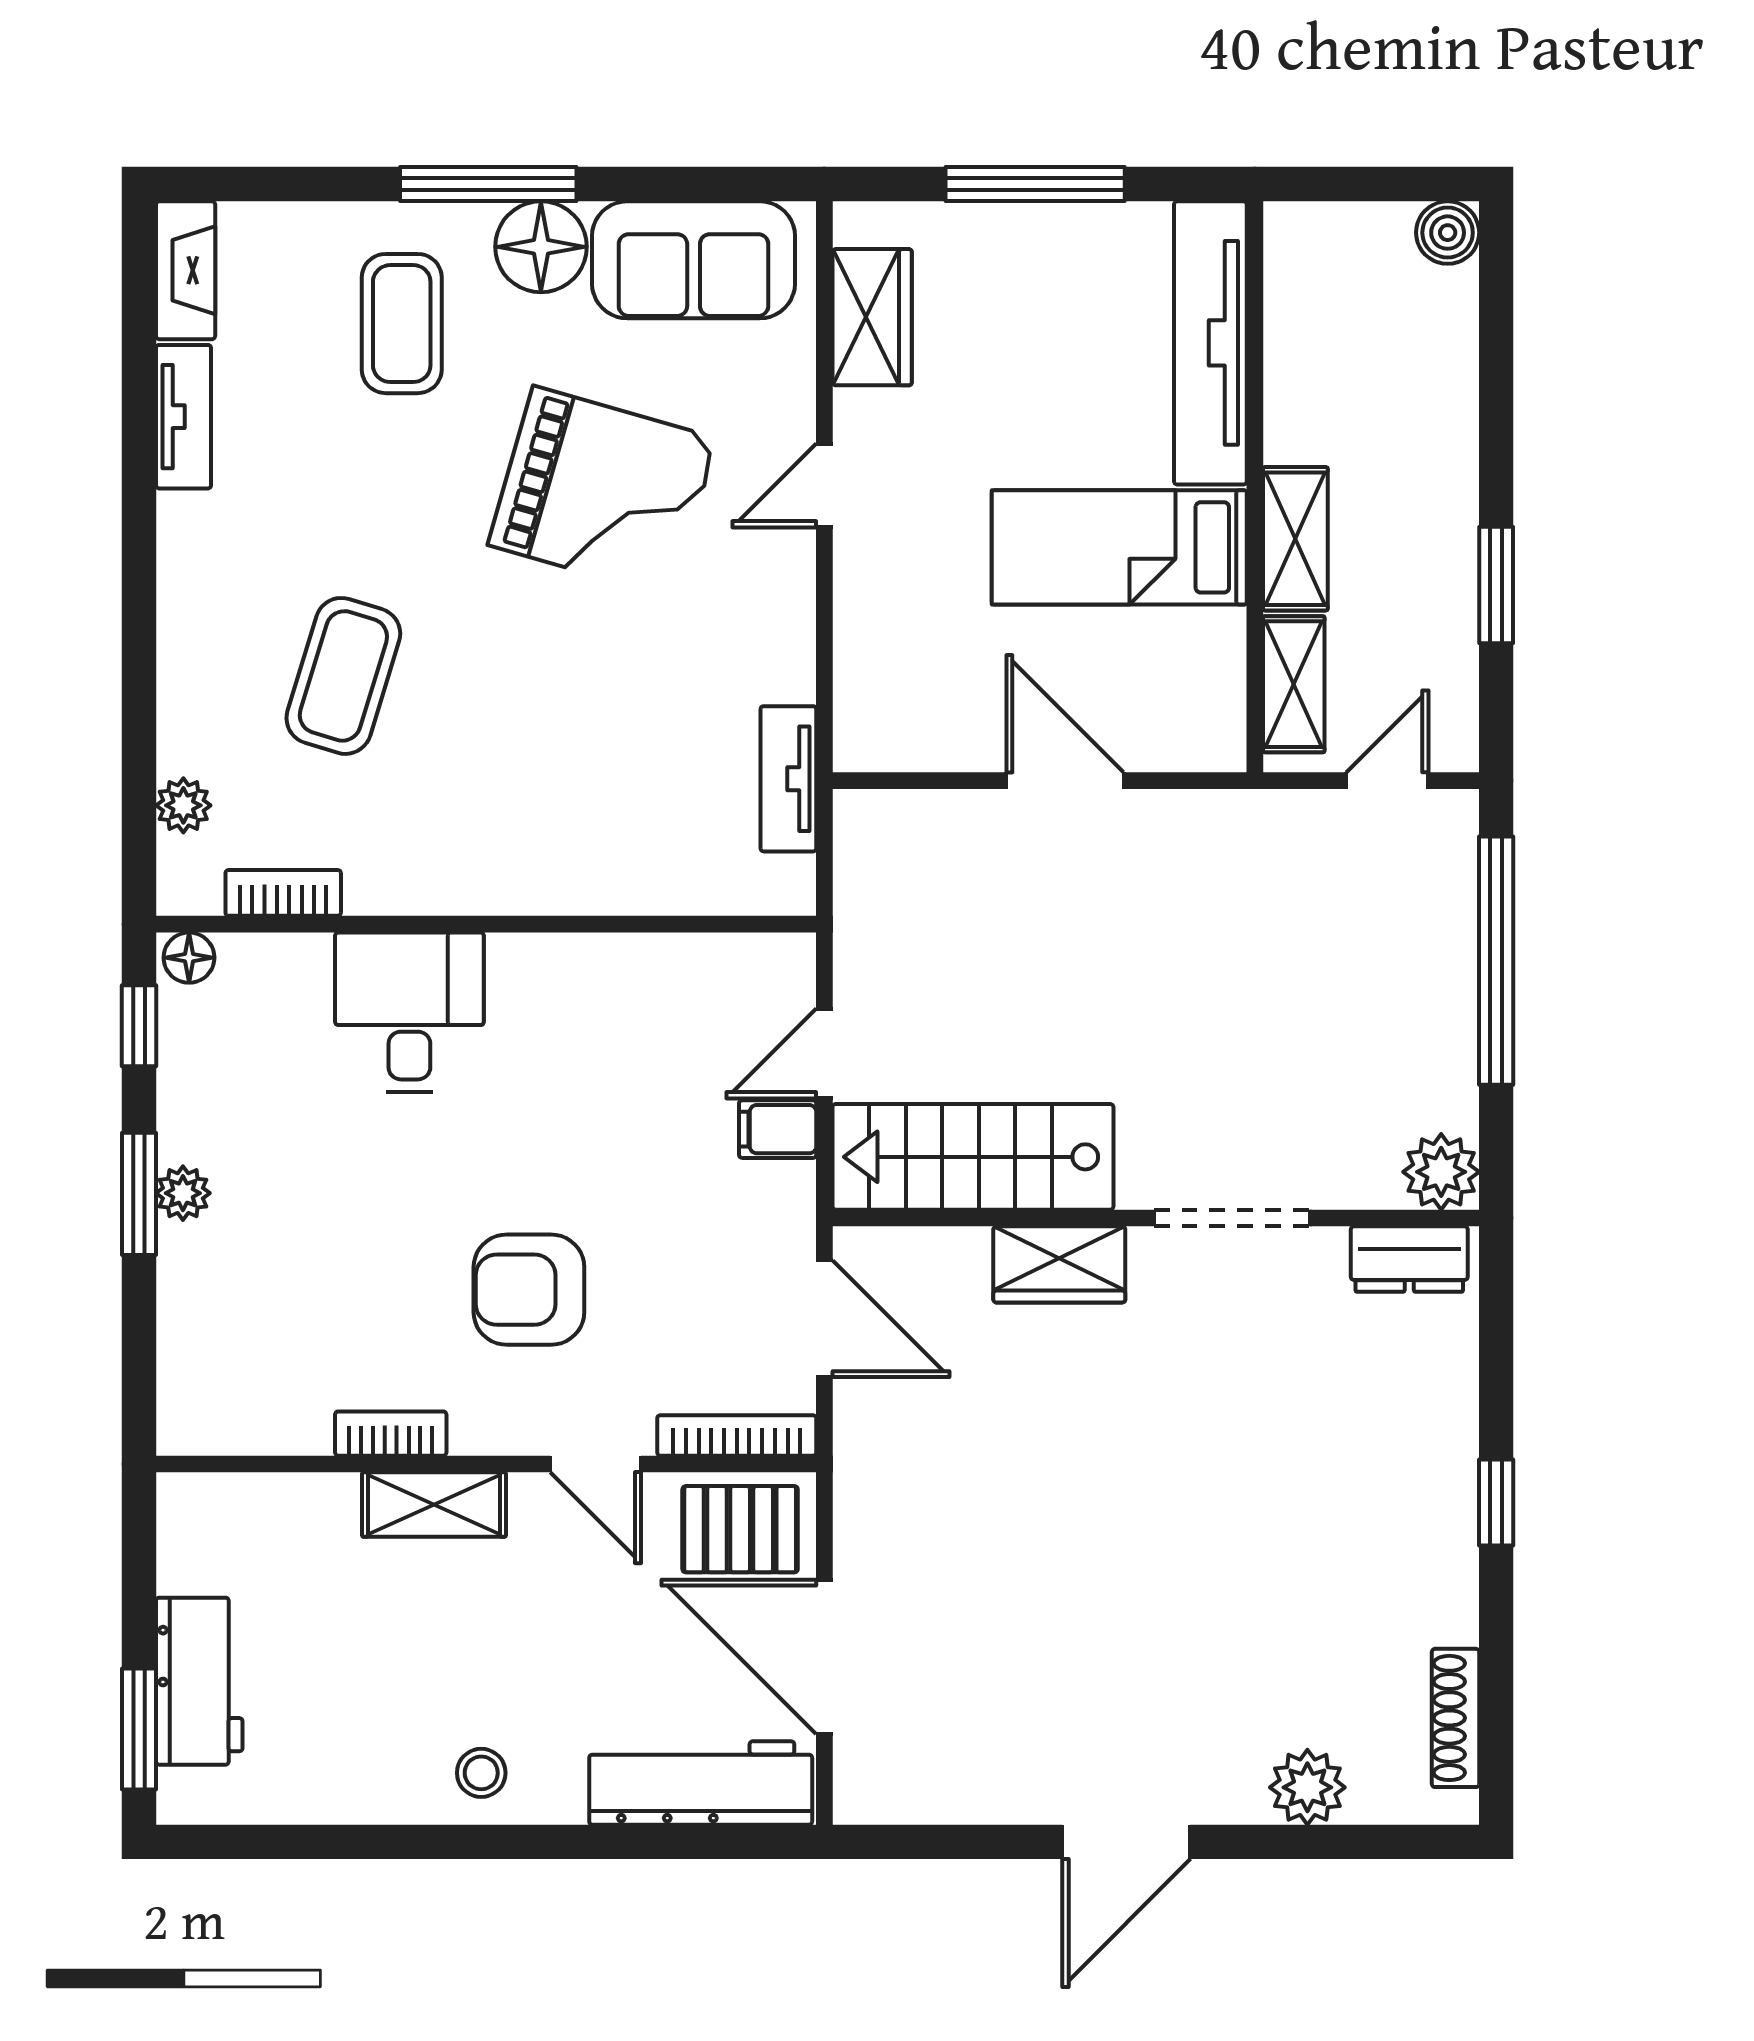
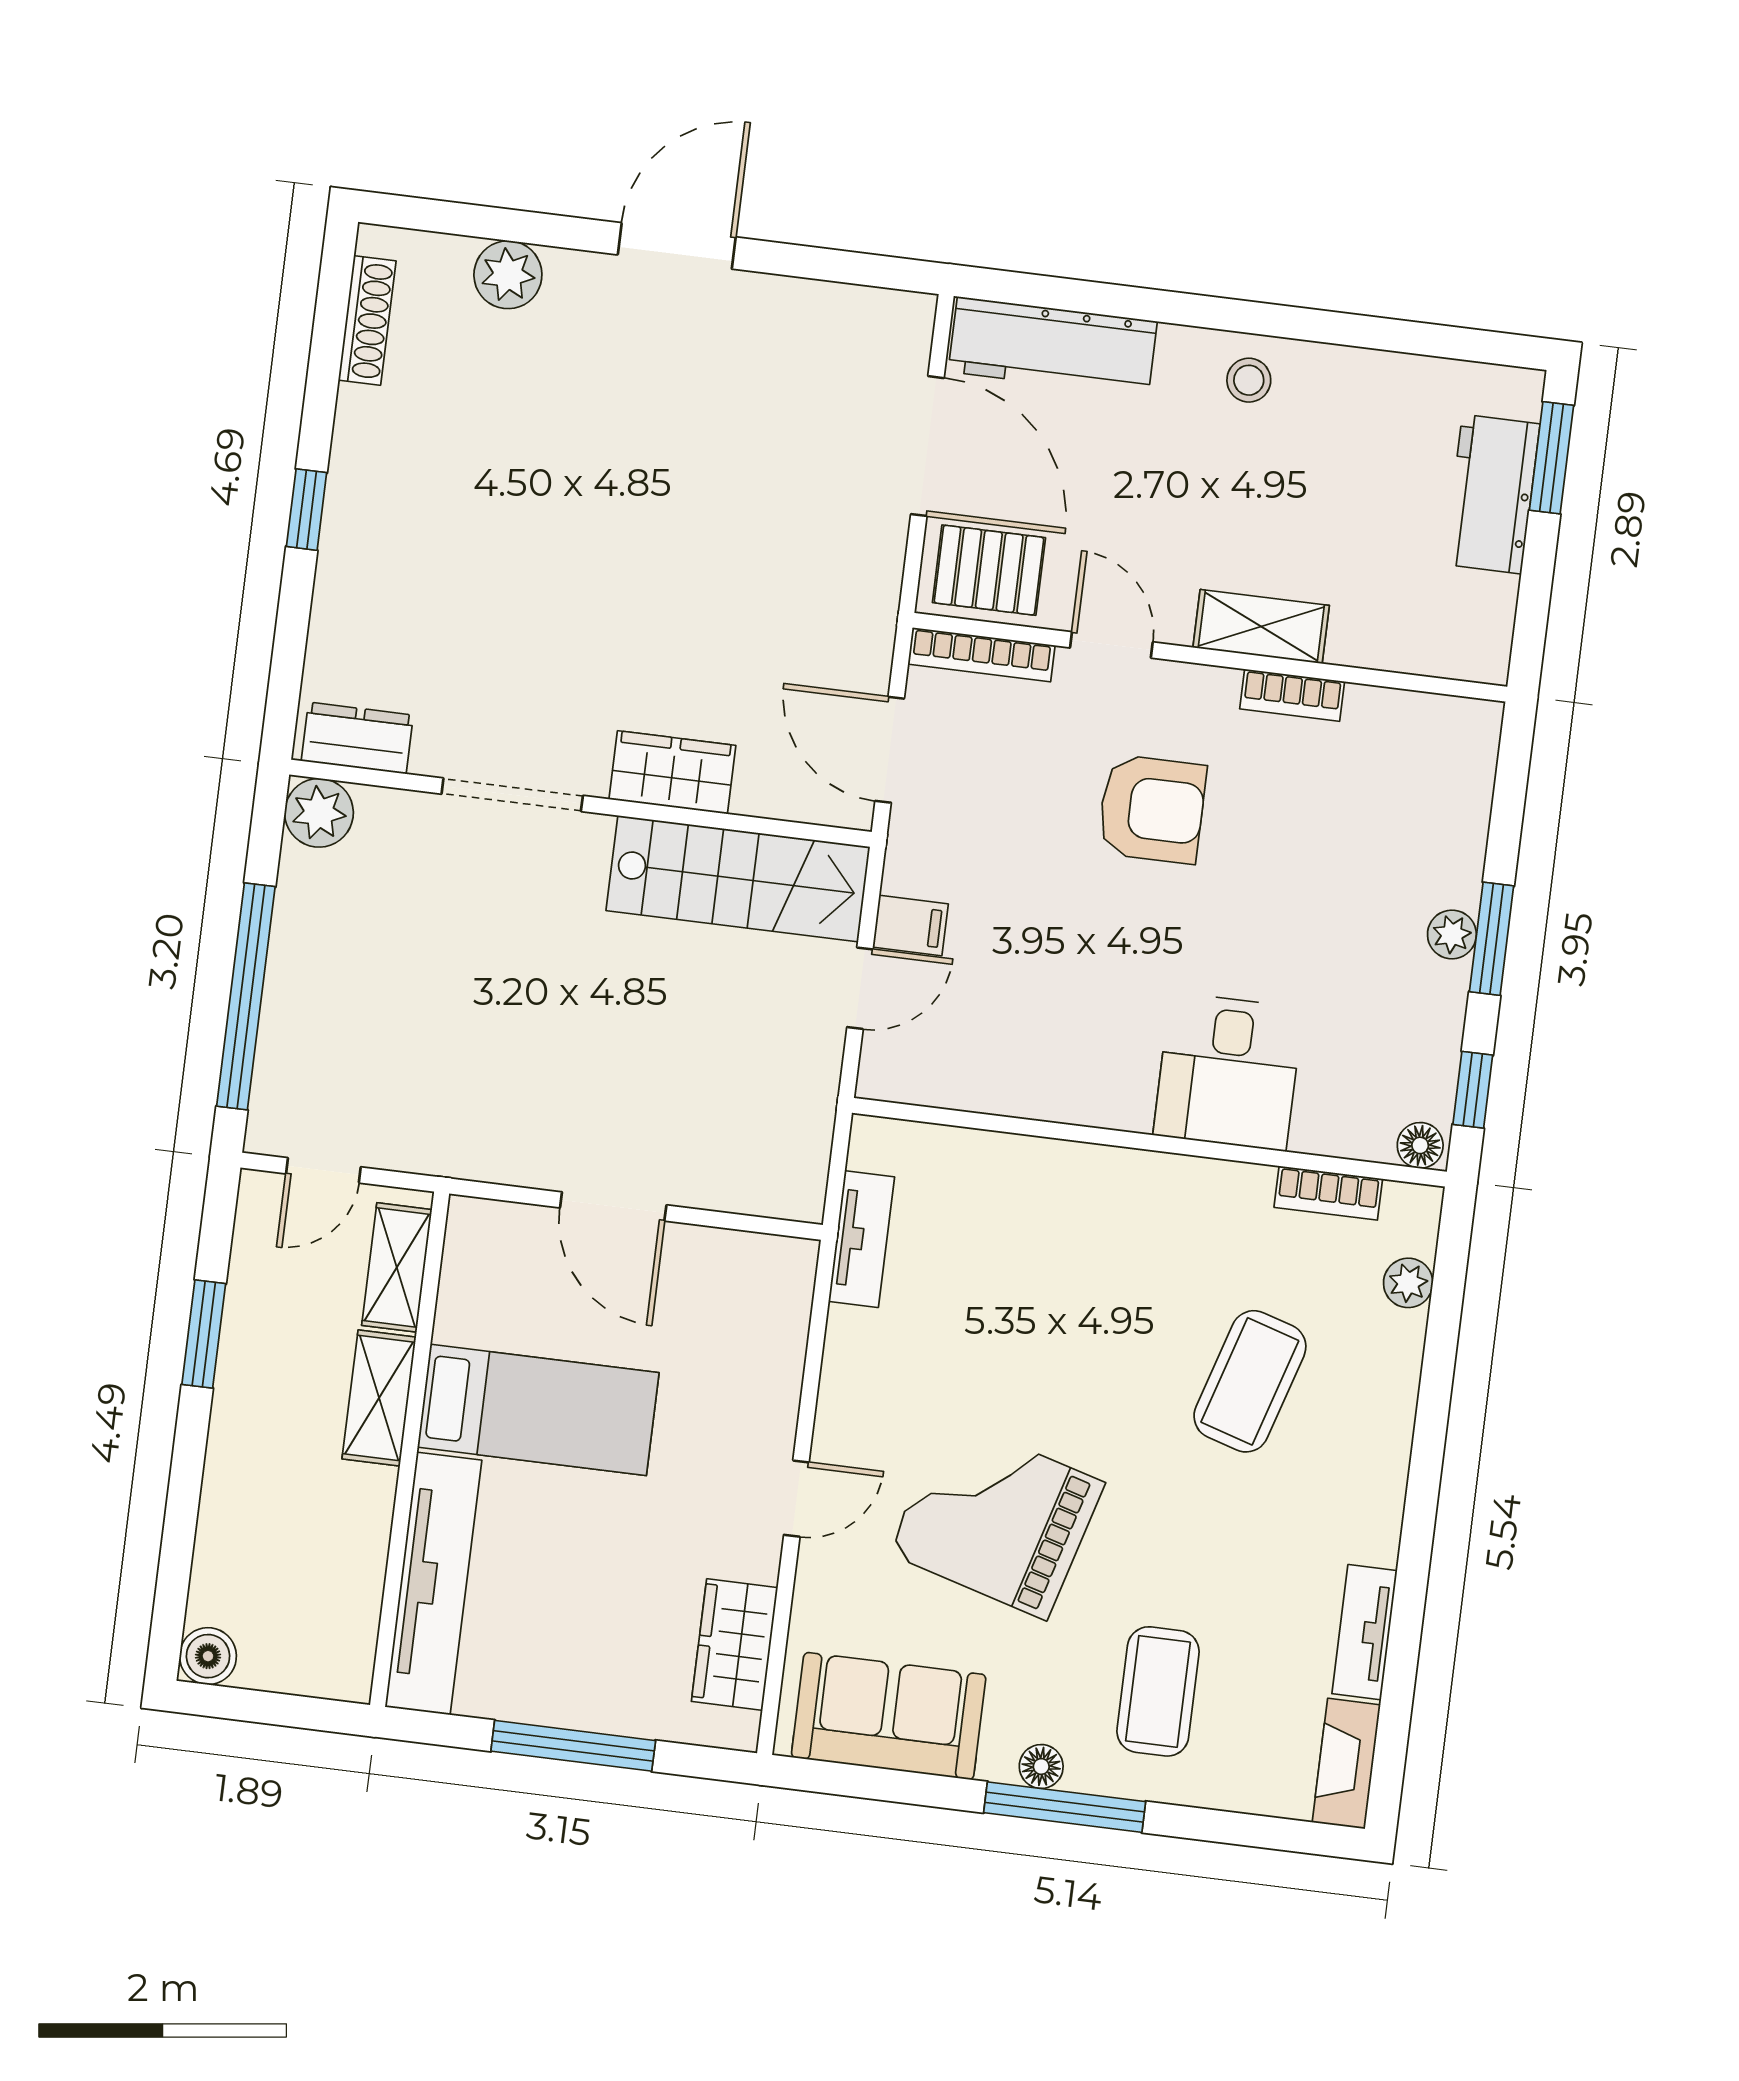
floor lamp: (541, 247) -> (1041, 1766), width x0.53, depth x0.53

